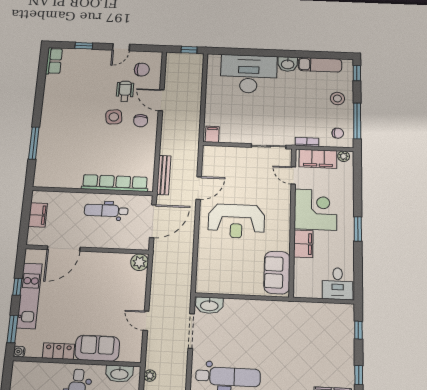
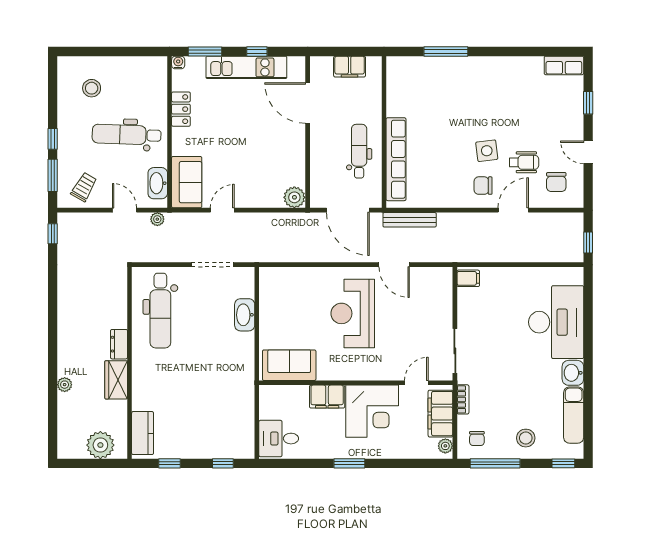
washbasin: (209, 305) -> (245, 315), moved
sofa: (97, 348) -> (187, 182), moved

